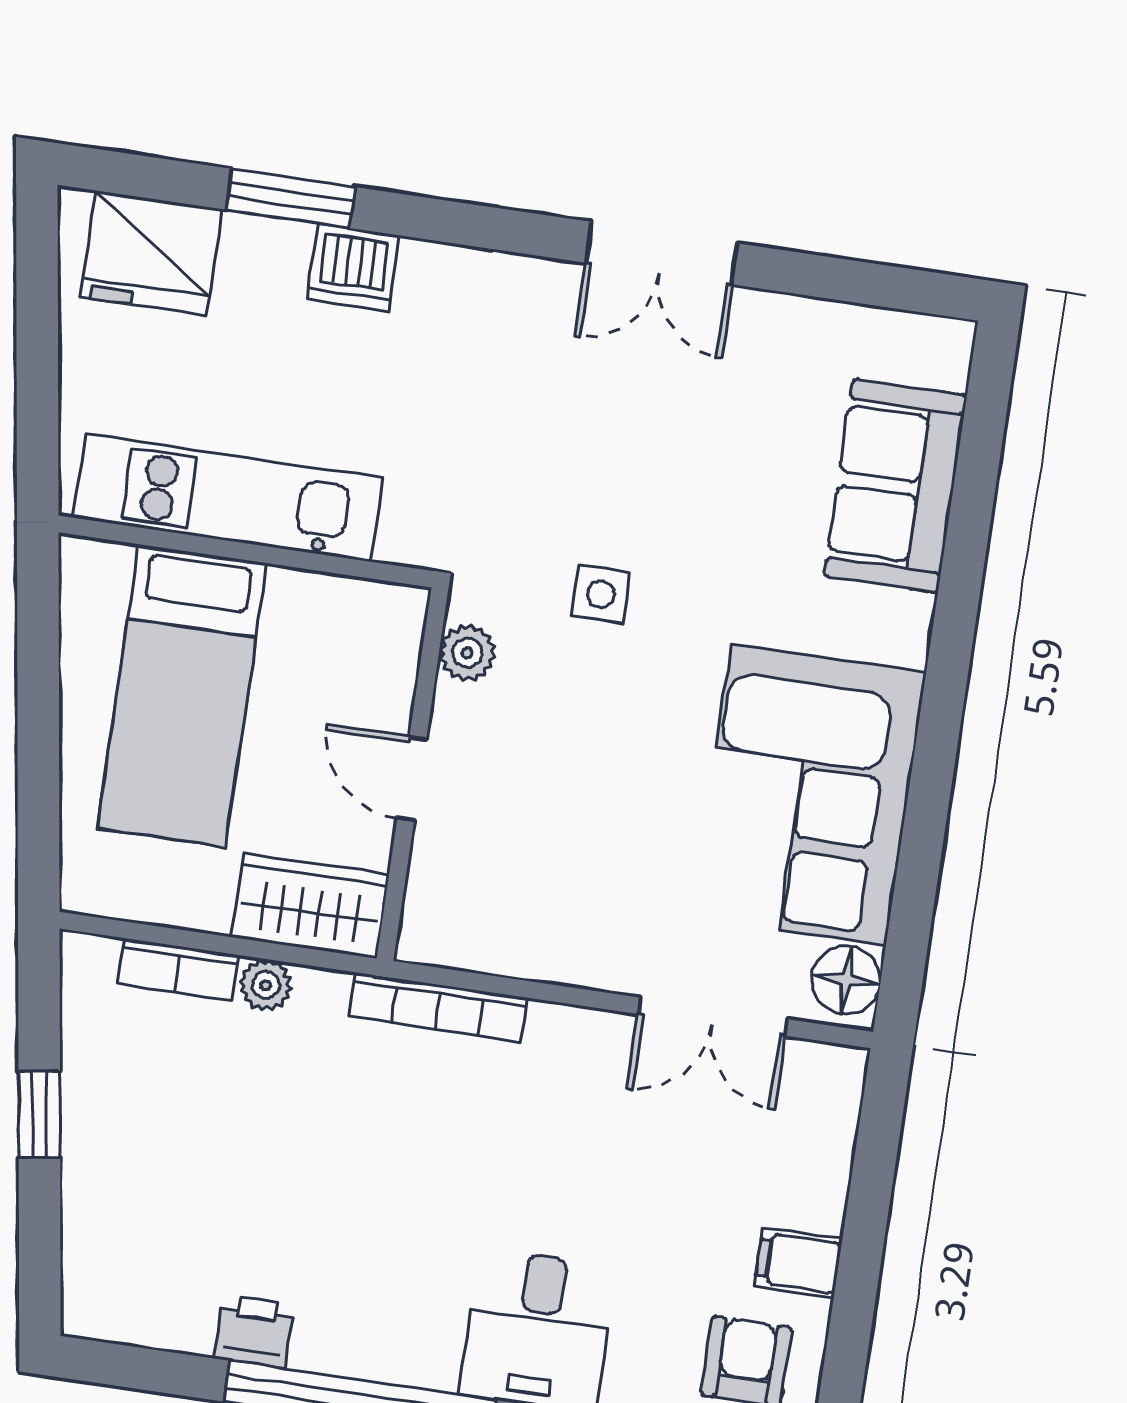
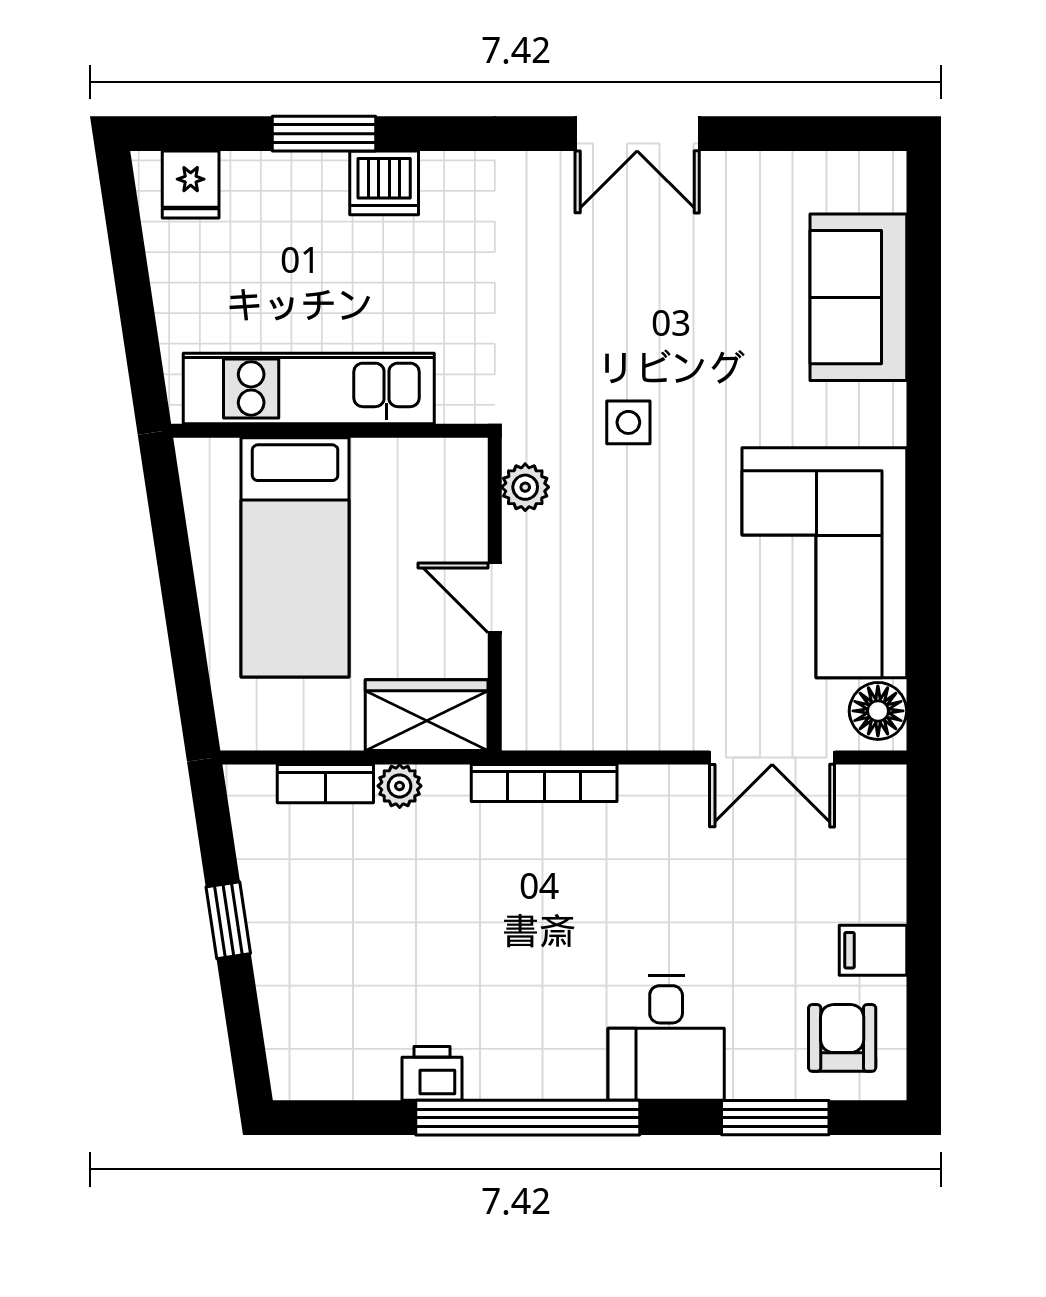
fridge: (151, 253) -> (191, 184), width x0.53, depth x0.75

